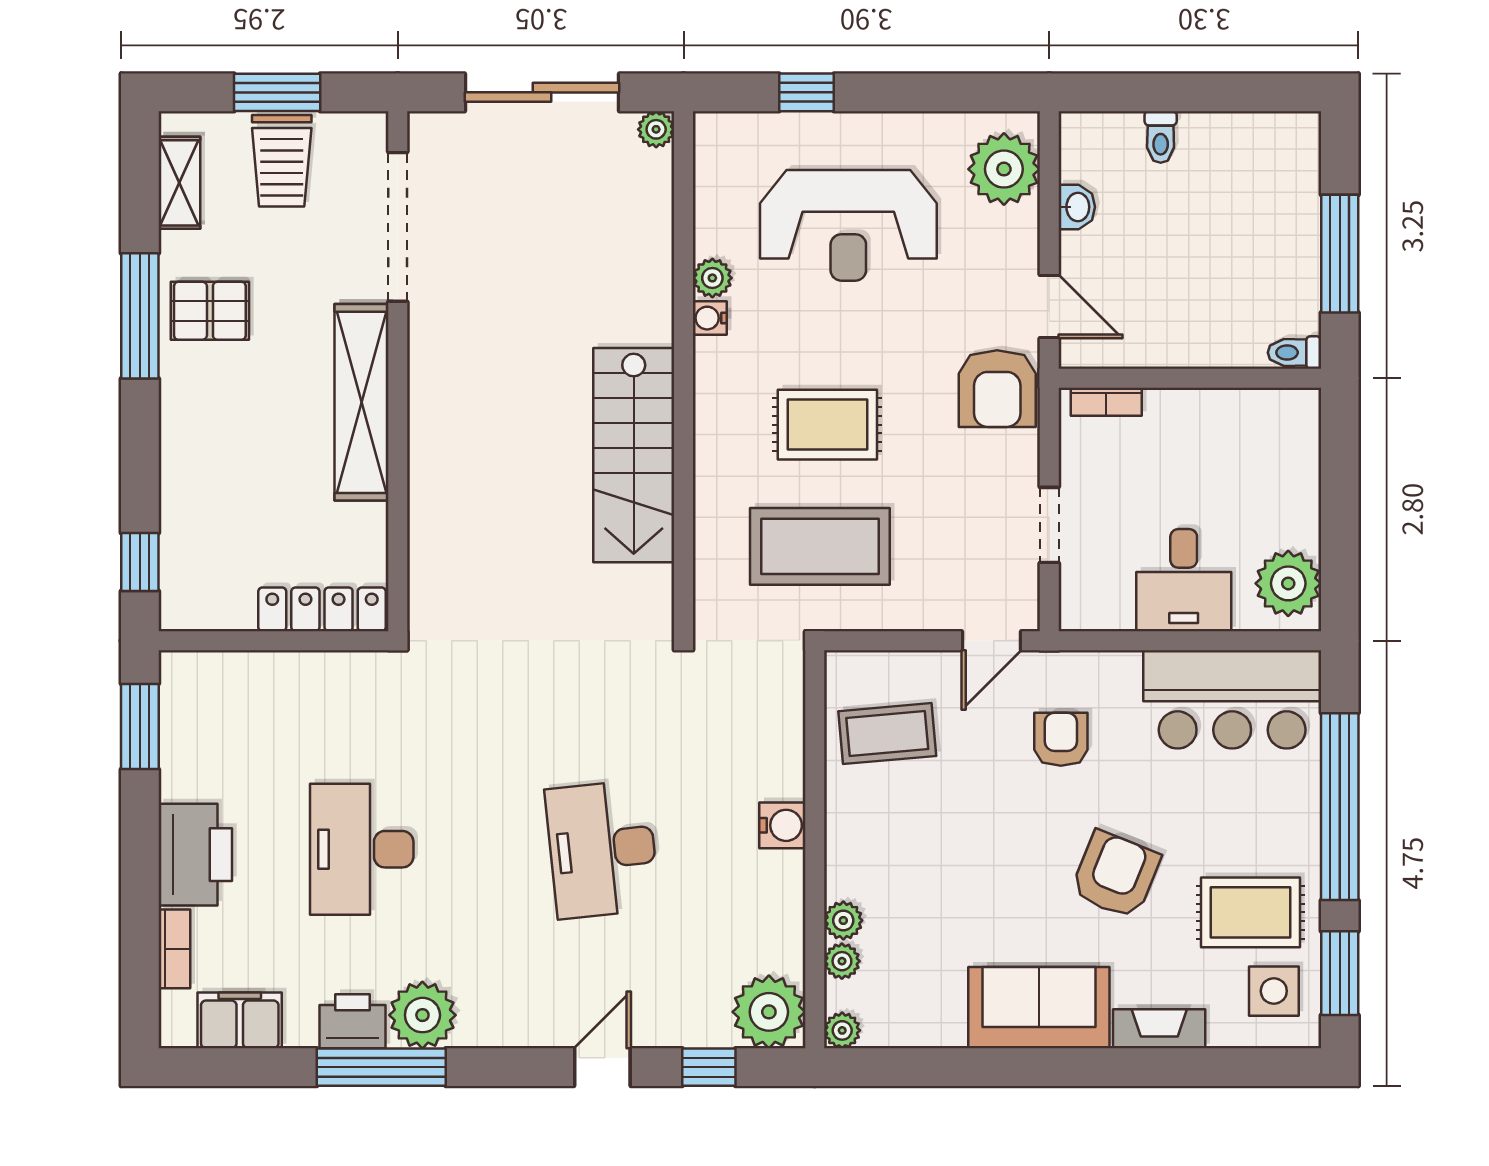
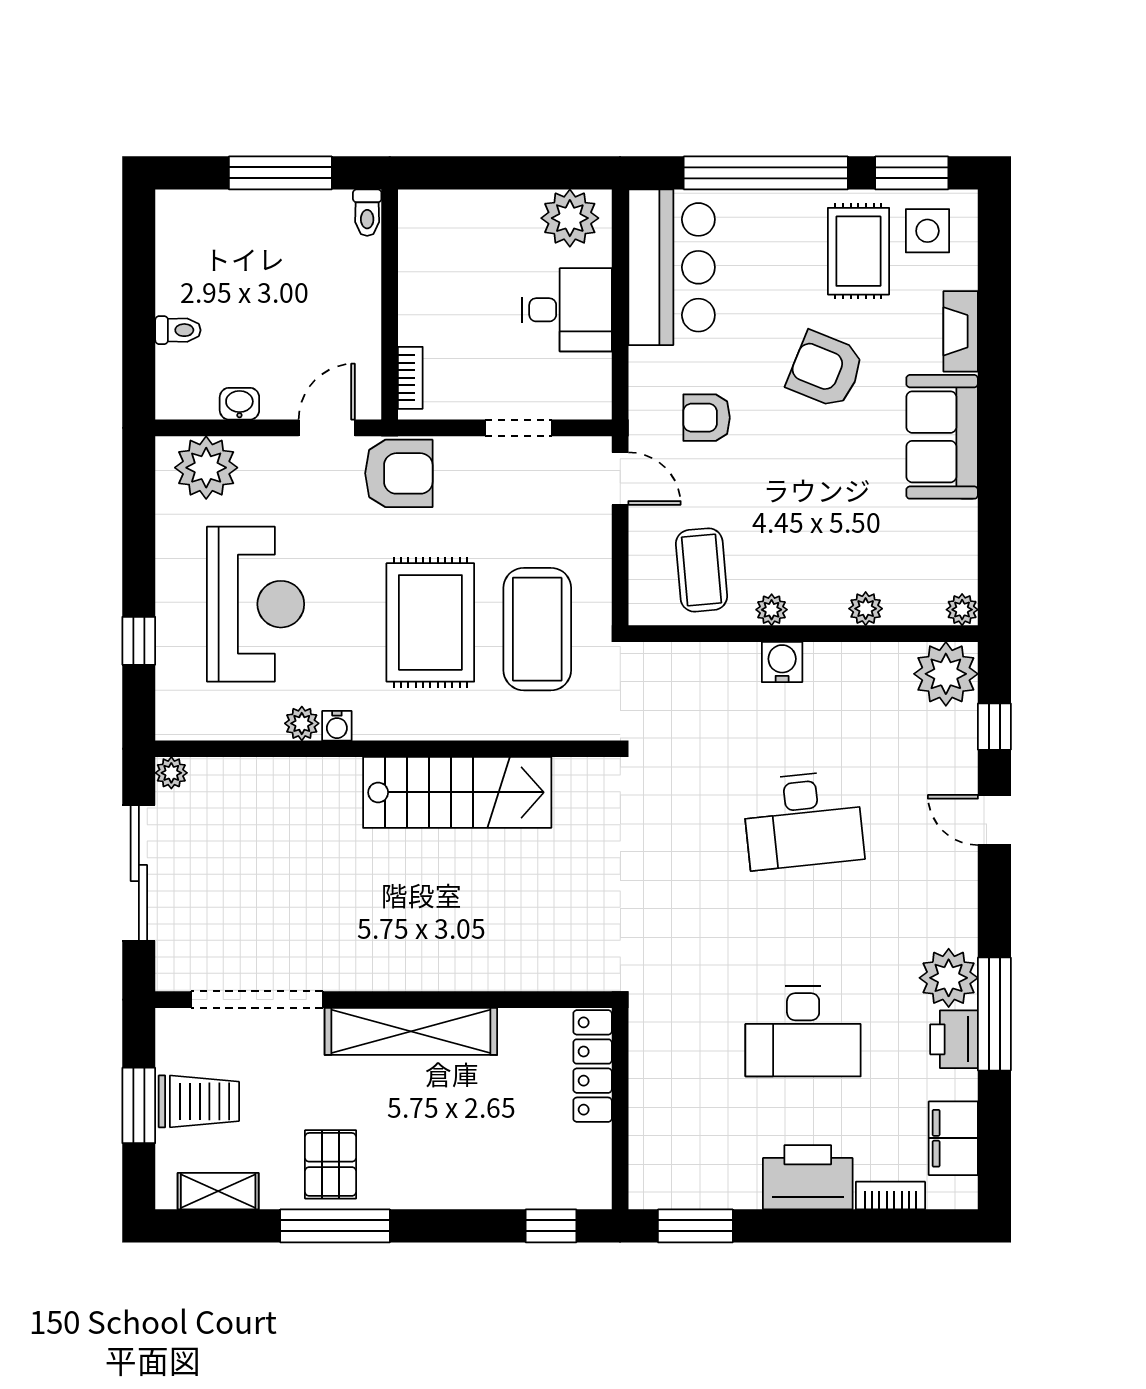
rug: (827, 425) -> (430, 622), width x1.36, depth x1.43
plant: (842, 961) -> (772, 610), moved

